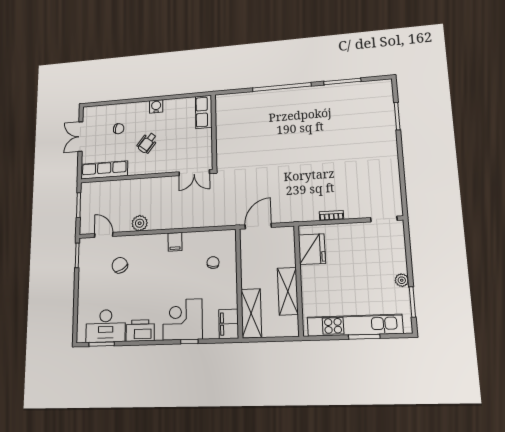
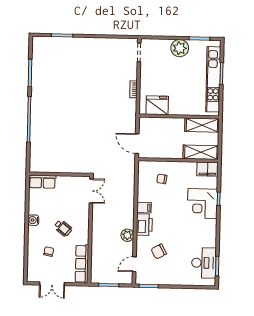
plant: (402, 280) -> (180, 48), width x1.88, depth x1.88
shelving: (288, 291) -> (202, 125), moved
printer: (140, 330) -> (144, 225), moved, turned 180

